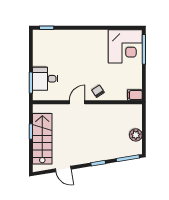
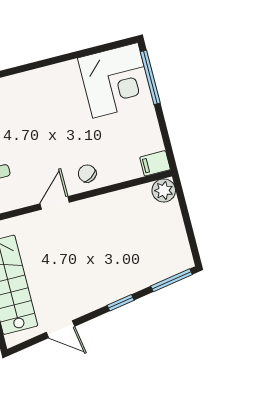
plant: (136, 135) -> (164, 190), moved

